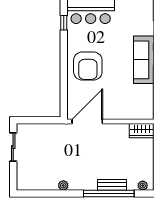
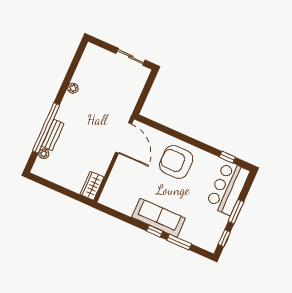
plant: (143, 186) -> (44, 154), moved

